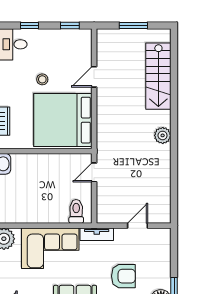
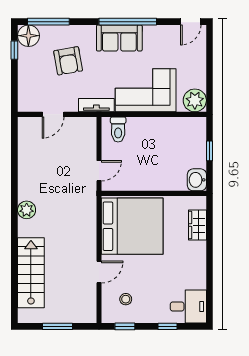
stool: (42, 79) -> (126, 299), moved
armchair: (123, 276) -> (68, 61), turned -100

